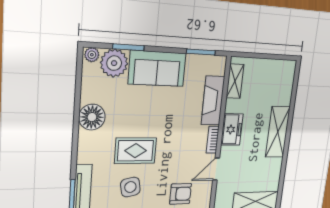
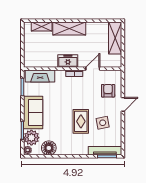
shelving: (235, 81) -> (42, 27), moved
fireplace: (213, 101) -> (40, 76), moved
floor lamp: (92, 117) -> (49, 148), moved
door: (216, 169) -> (93, 69), swing flipped

